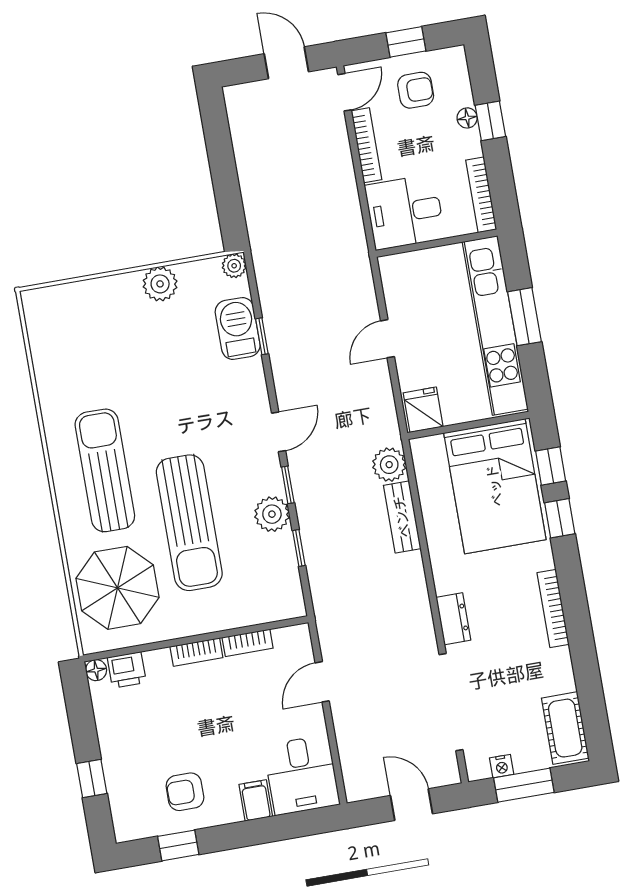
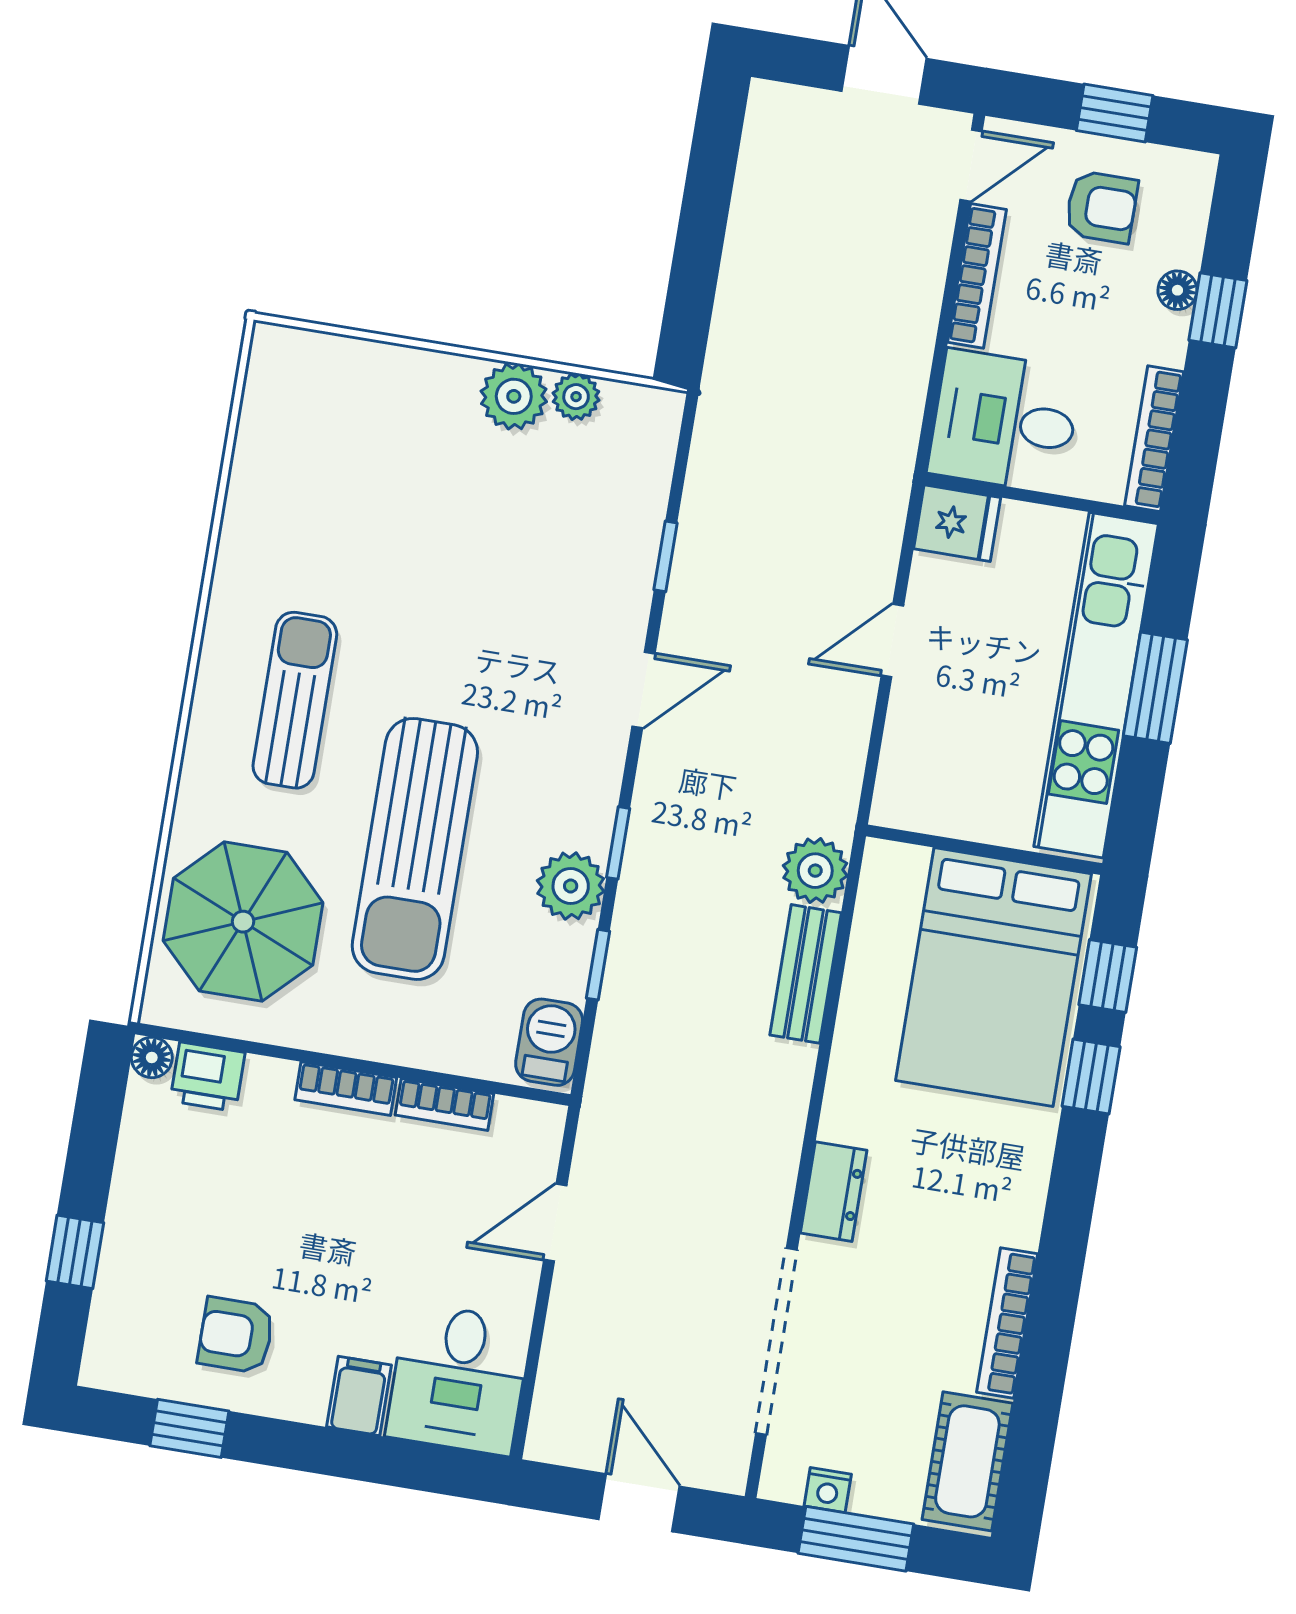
plant: (234, 266) -> (576, 397), moved
barbecue: (238, 329) -> (549, 1042), moved, width x0.73, depth x0.79
fridge: (423, 410) -> (957, 523), moved, turned 90
door: (279, 432) -> (643, 690), moved
sun lounger: (105, 470) -> (295, 700), width x0.73, depth x0.75
bookcase: (553, 608) -> (1007, 1323), moved

